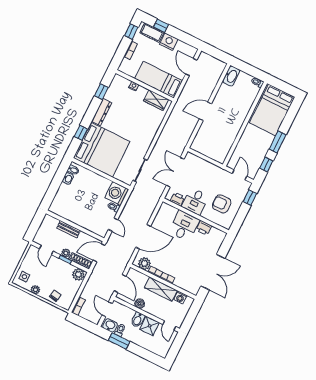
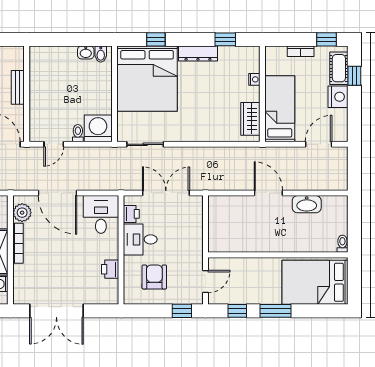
washbasin: (231, 76) -> (307, 204), moved
desk: (184, 226) -> (101, 214), moved, turned -90

